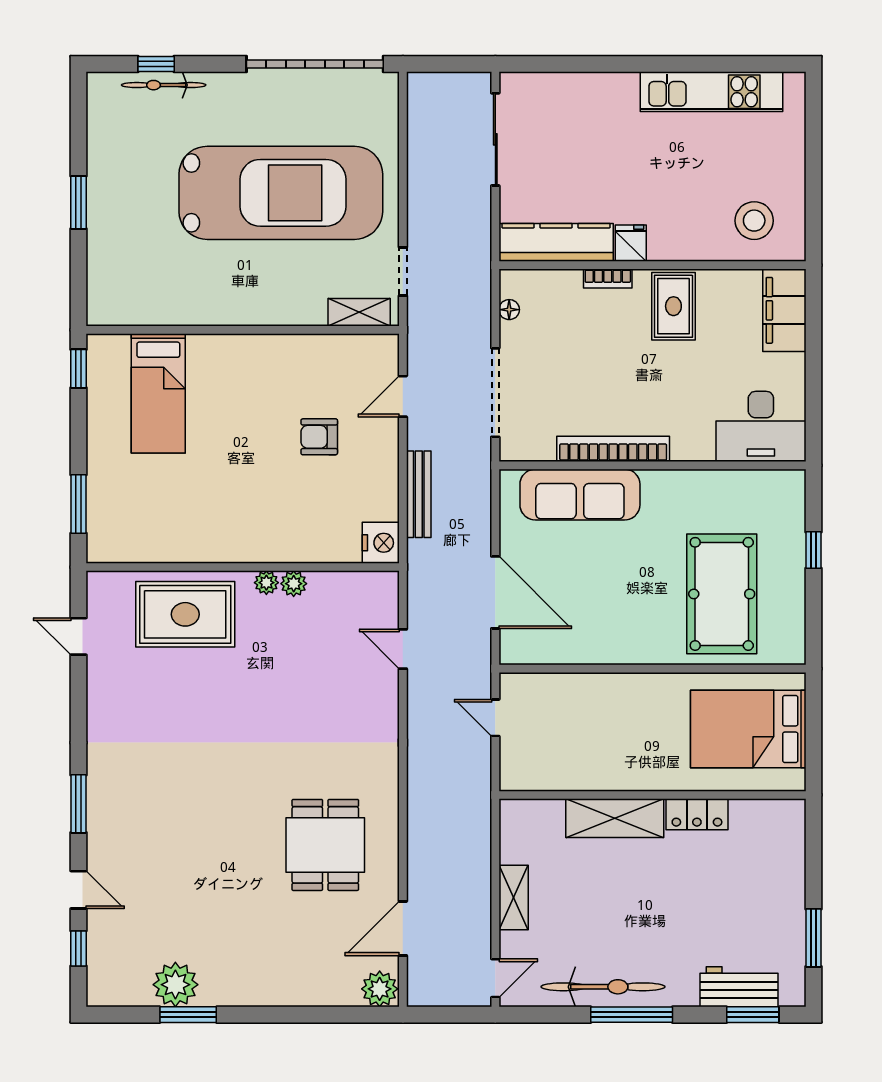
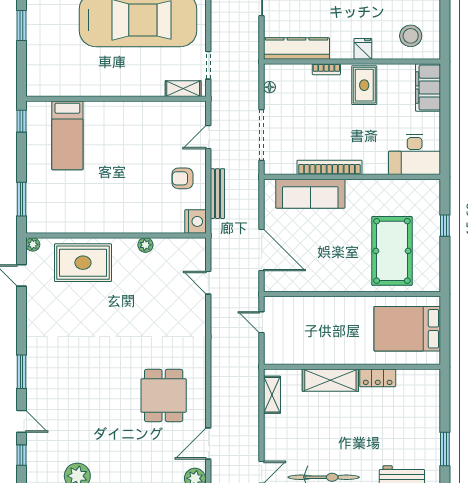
fridge: (631, 243) -> (363, 49), moved
armchair: (319, 437) -> (182, 178), moved
plant: (266, 583) -> (33, 244), moved
shelving: (514, 897) -> (272, 395), moved

